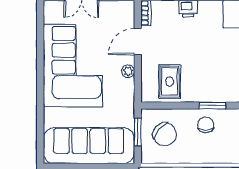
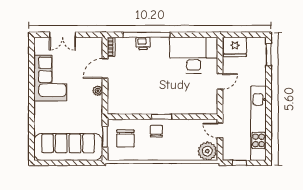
corner sofa: (73, 66) -> (50, 78), width x0.73, depth x0.74
rug: (170, 82) -> (129, 99), removed
chair: (165, 134) -> (125, 138), turned 48

